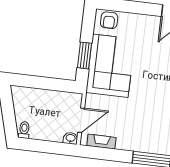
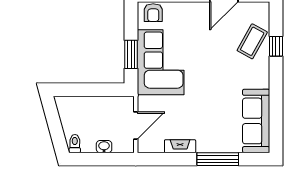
washbasin: (71, 138) -> (104, 147), moved
fireplace: (101, 142) -> (180, 146), moved

